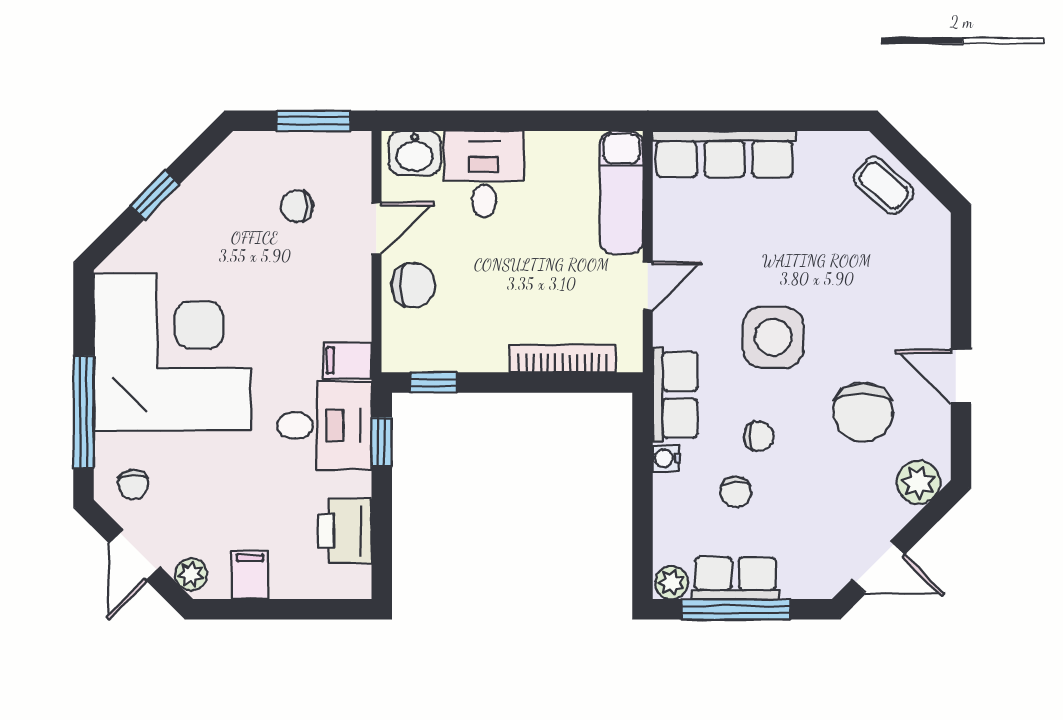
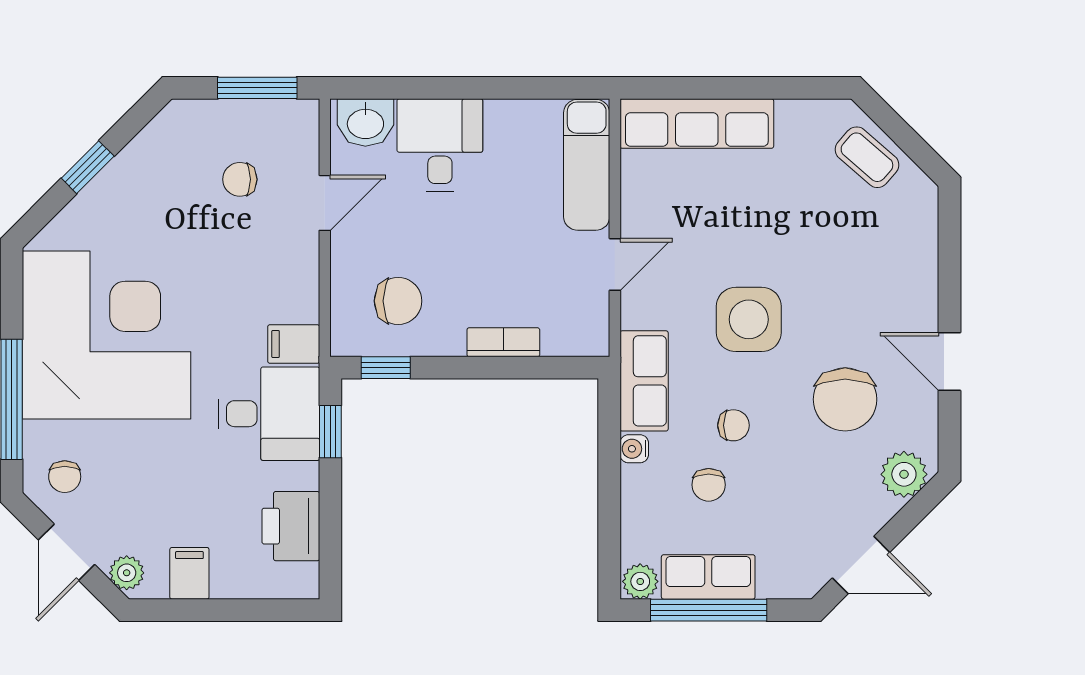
chair: (414, 285) -> (398, 301), moved
bookcase: (563, 359) -> (503, 342), width x0.64

